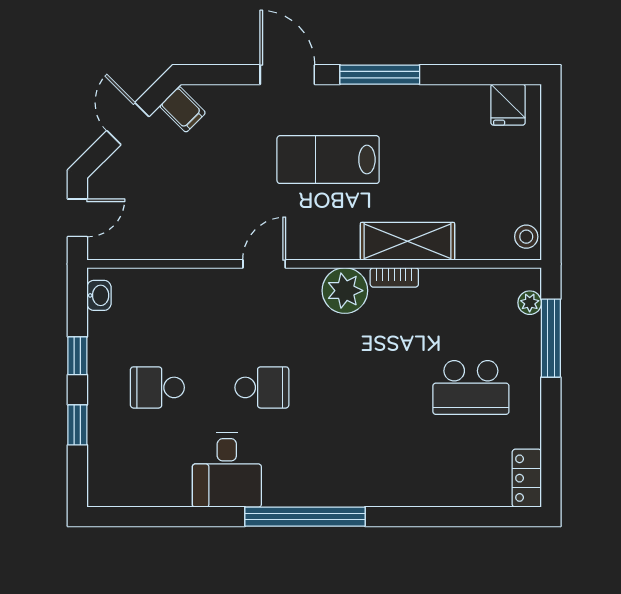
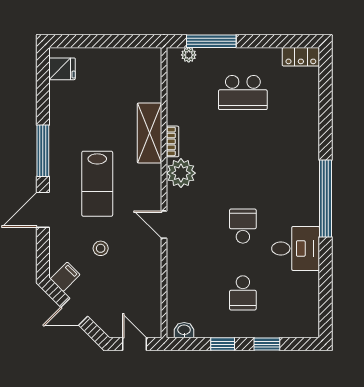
stool: (526, 237) -> (101, 248), moved
school desk: (471, 387) -> (243, 92), turned 90

